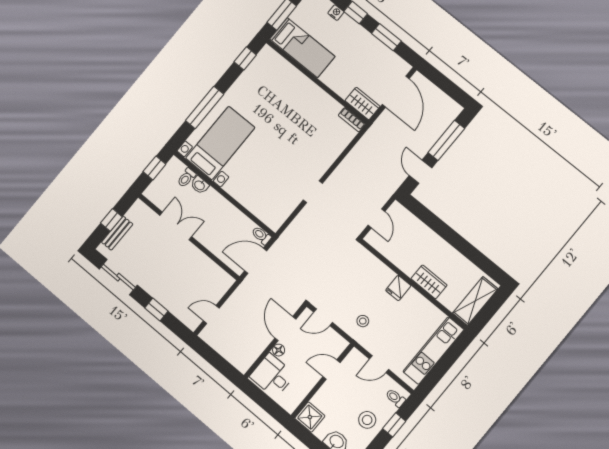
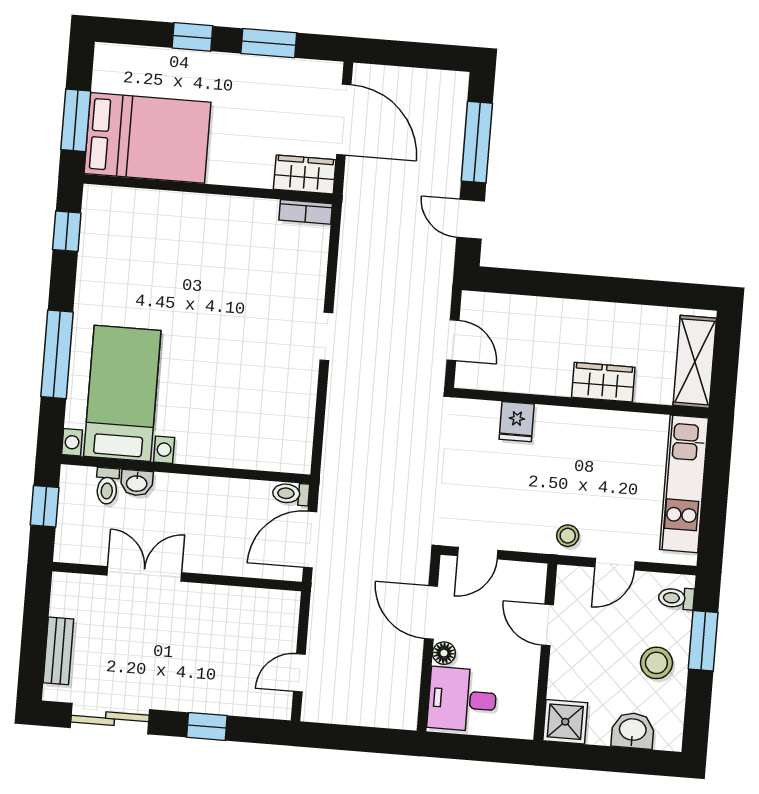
nightstand: (336, 13) -> (161, 58), removed
bed: (302, 48) -> (148, 138), width x1.50
doorway: (313, 192) -> (326, 337), moved
window: (111, 220) -> (34, 637), removed
fridge: (398, 288) -> (517, 422), moved
stool: (363, 321) -> (568, 536), moved
door: (331, 370) -> (547, 625), hinge flipped
window: (394, 425) -> (703, 641), width x1.50

